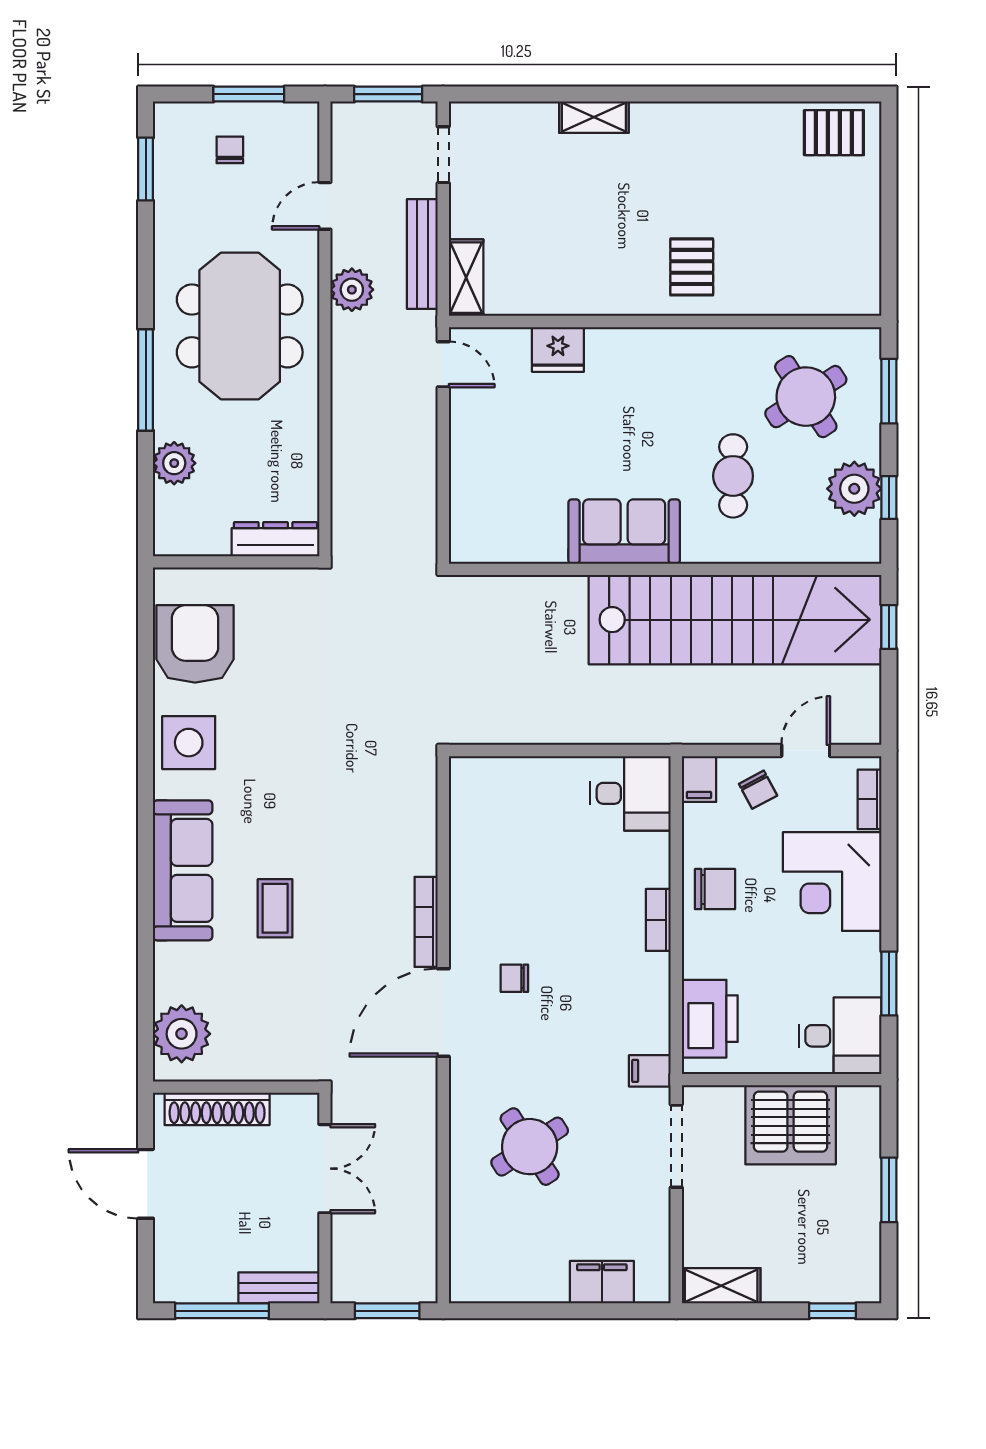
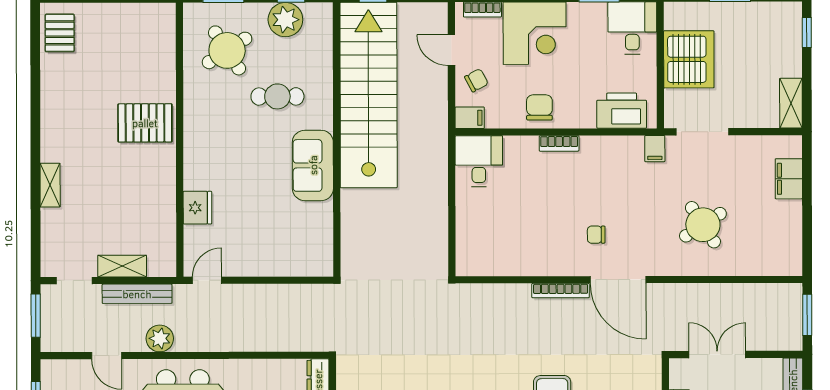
pallet: (692, 267) -> (145, 123), width x1.50, depth x1.42
shelving: (466, 278) -> (122, 266), moved
chair: (514, 978) -> (596, 235), turned 90

